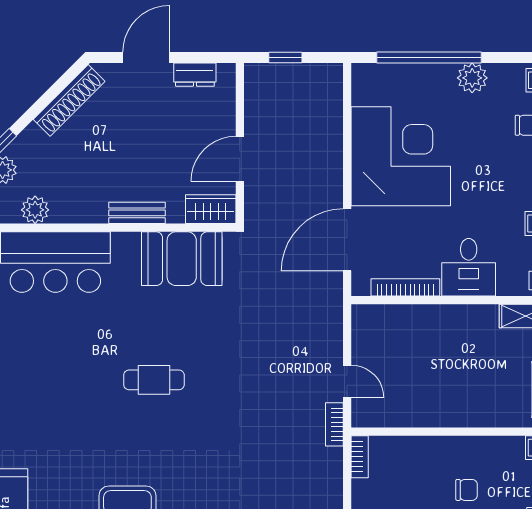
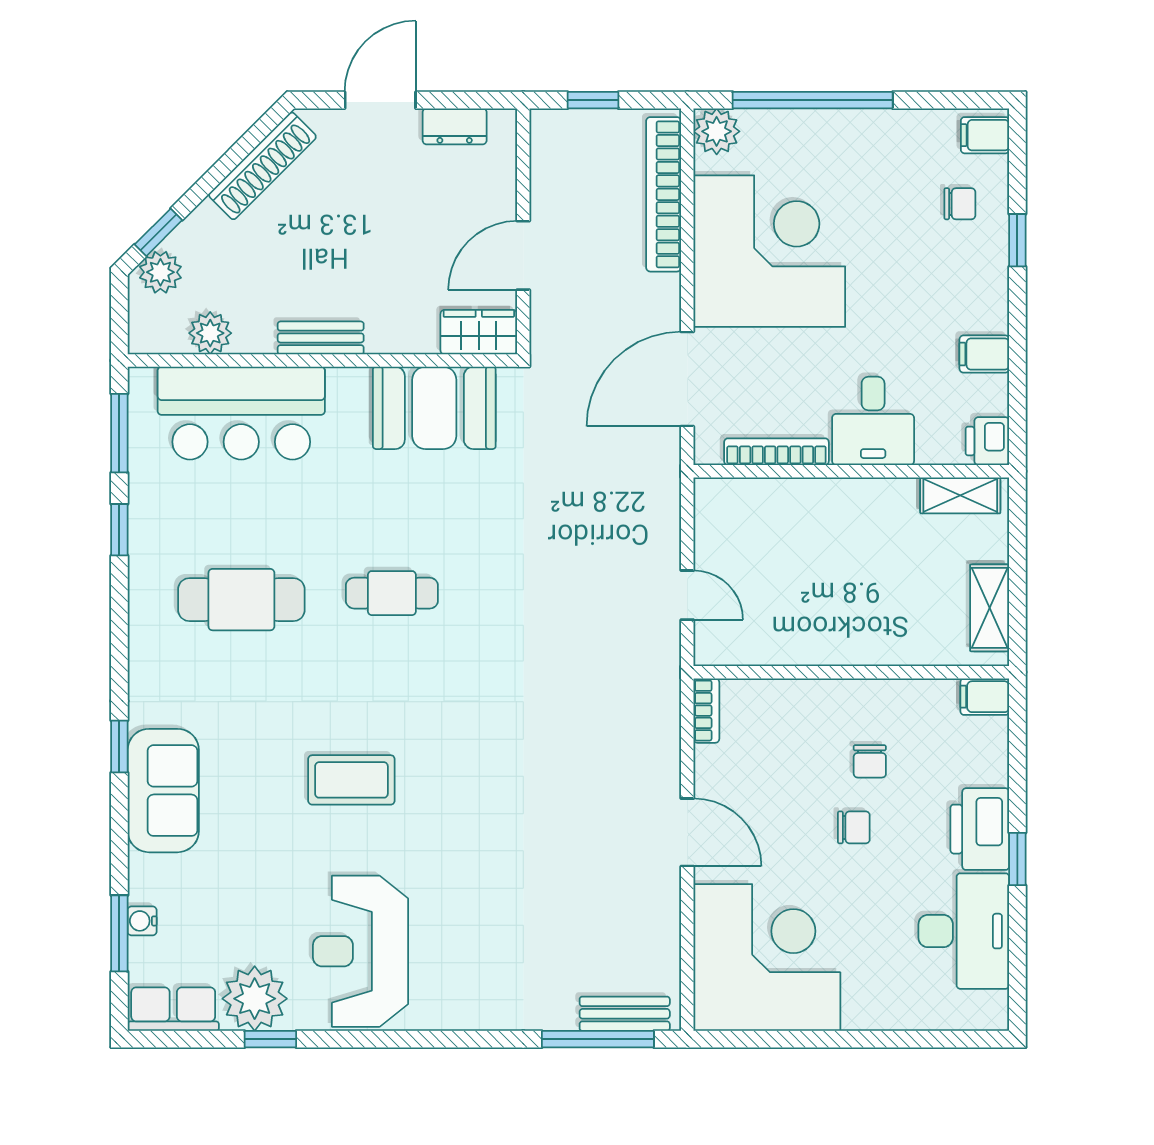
plant: (472, 78) -> (717, 131), moved
bench: (137, 213) -> (321, 338), moved
cafe table: (55, 384) -> (241, 600), added
bookcase: (334, 424) -> (664, 194), moved, width x2.31, depth x1.31
chair: (467, 490) -> (870, 761), turned 90

